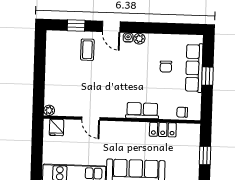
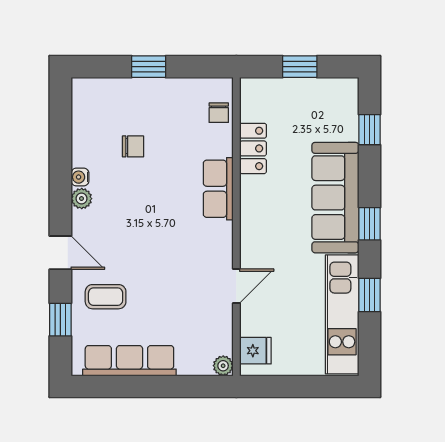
door: (111, 27) -> (60, 253), hinge flipped
water cooler: (128, 38) -> (80, 177), moved
row of seats: (194, 68) -> (129, 361), moved, turned 180

